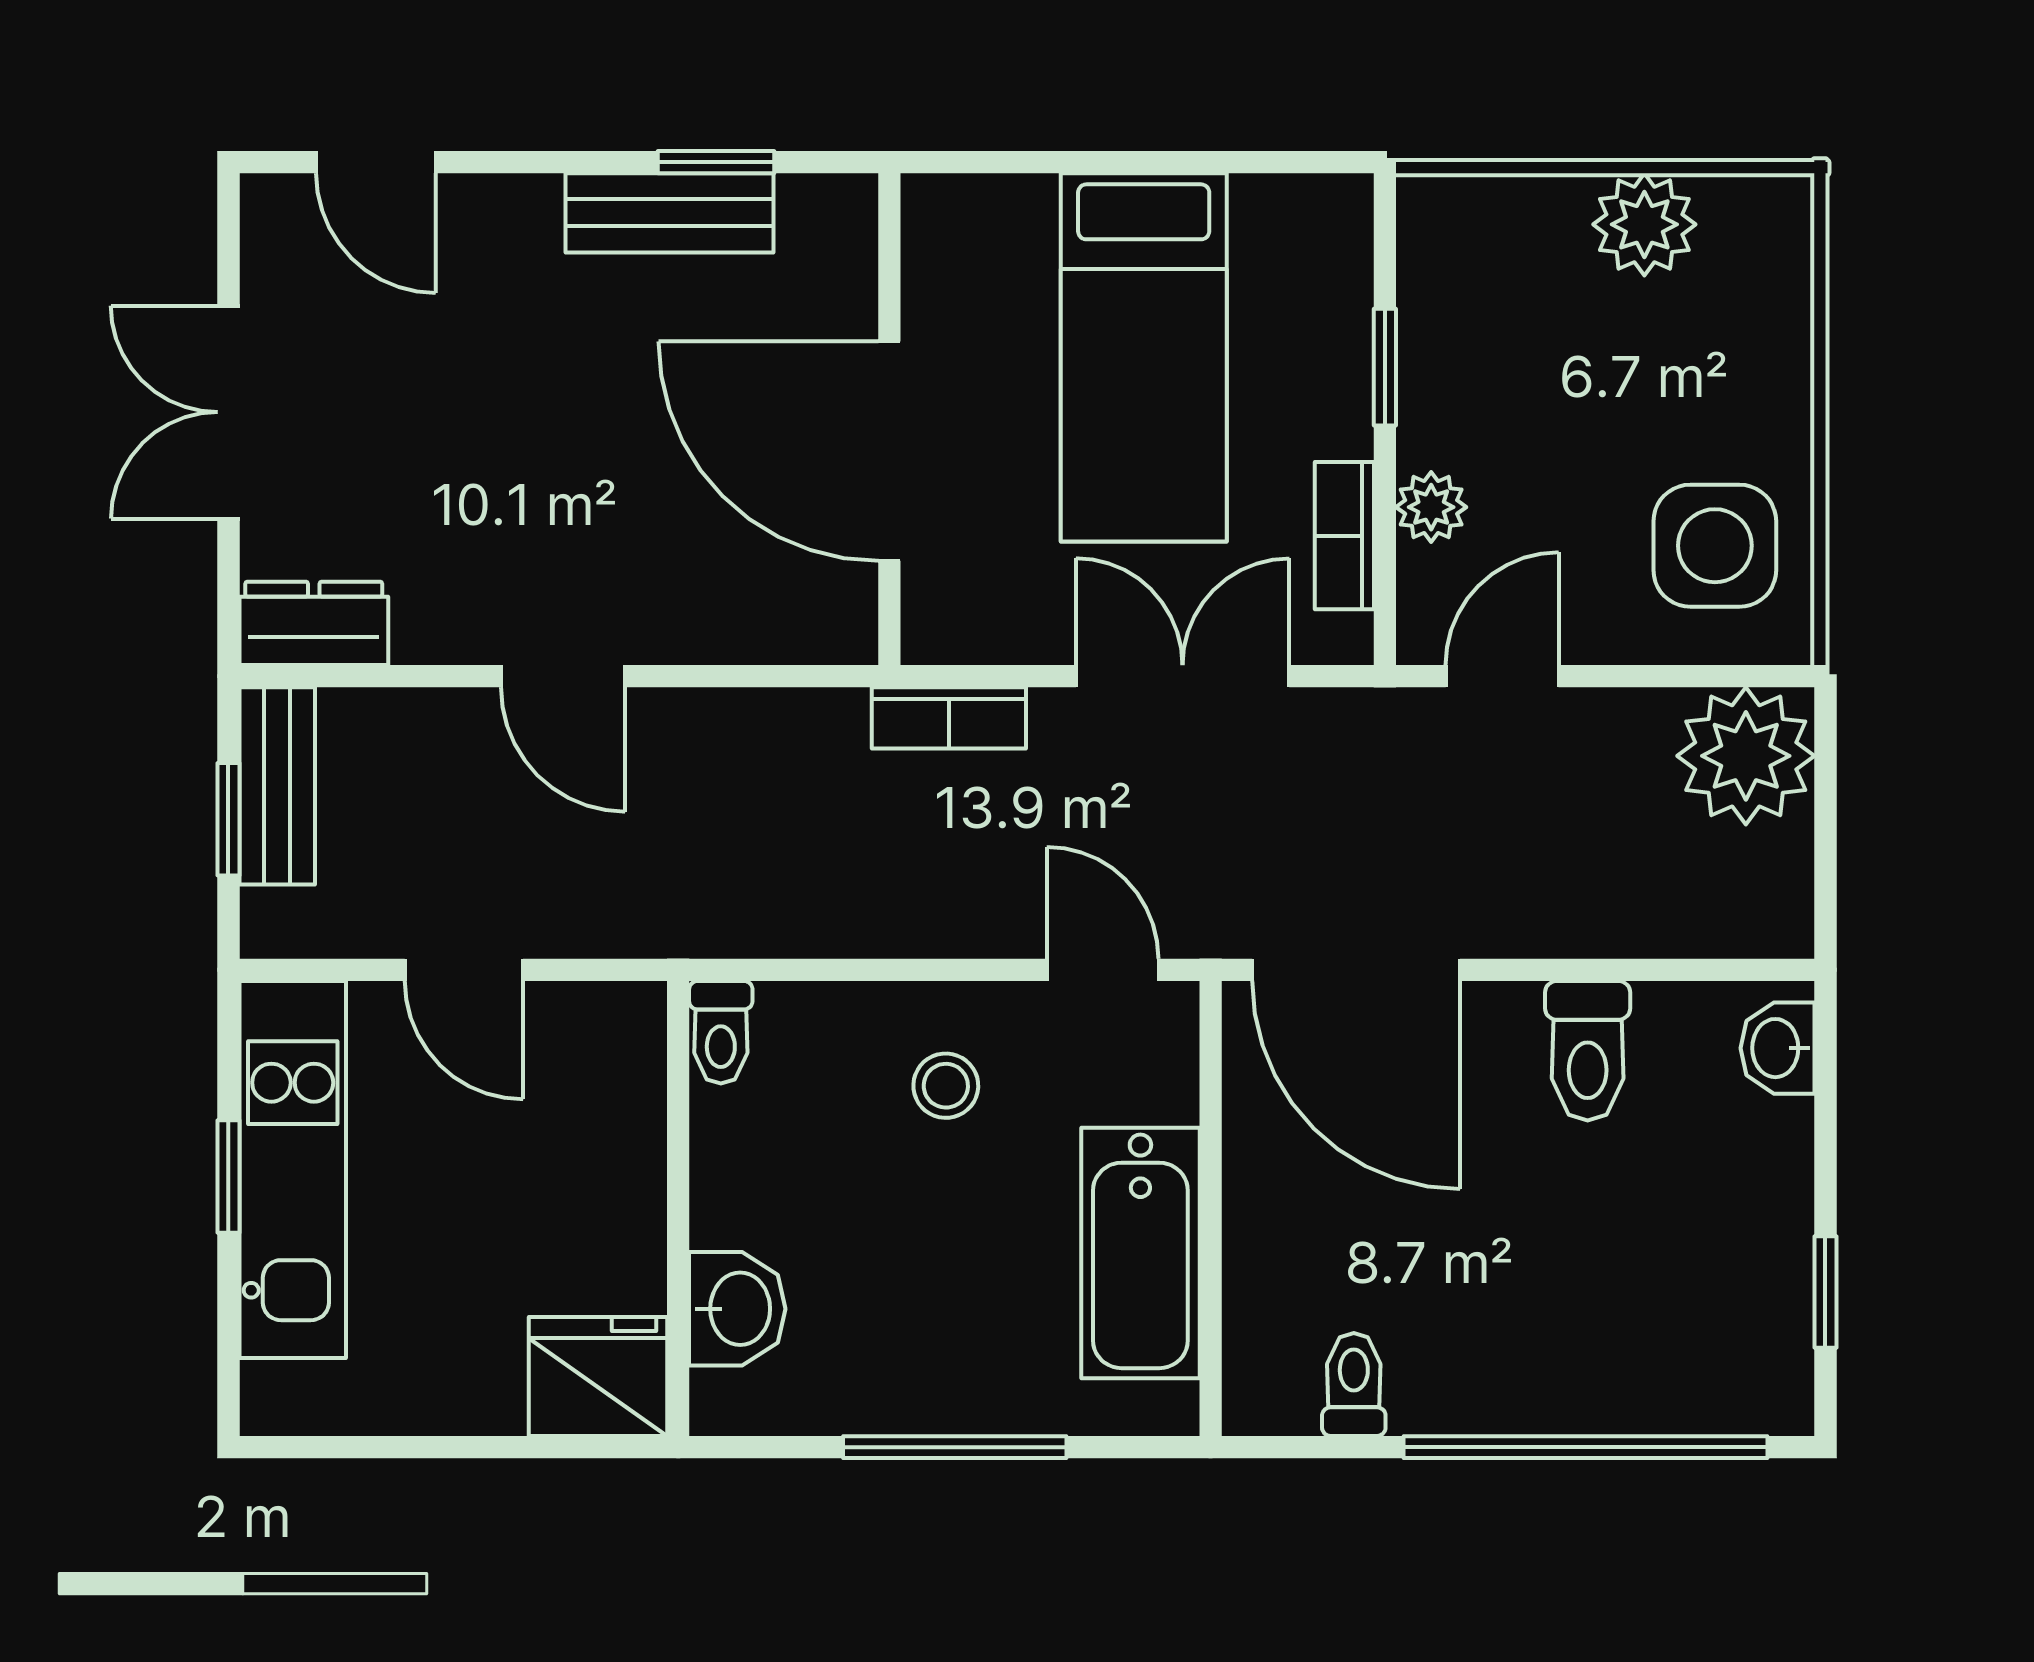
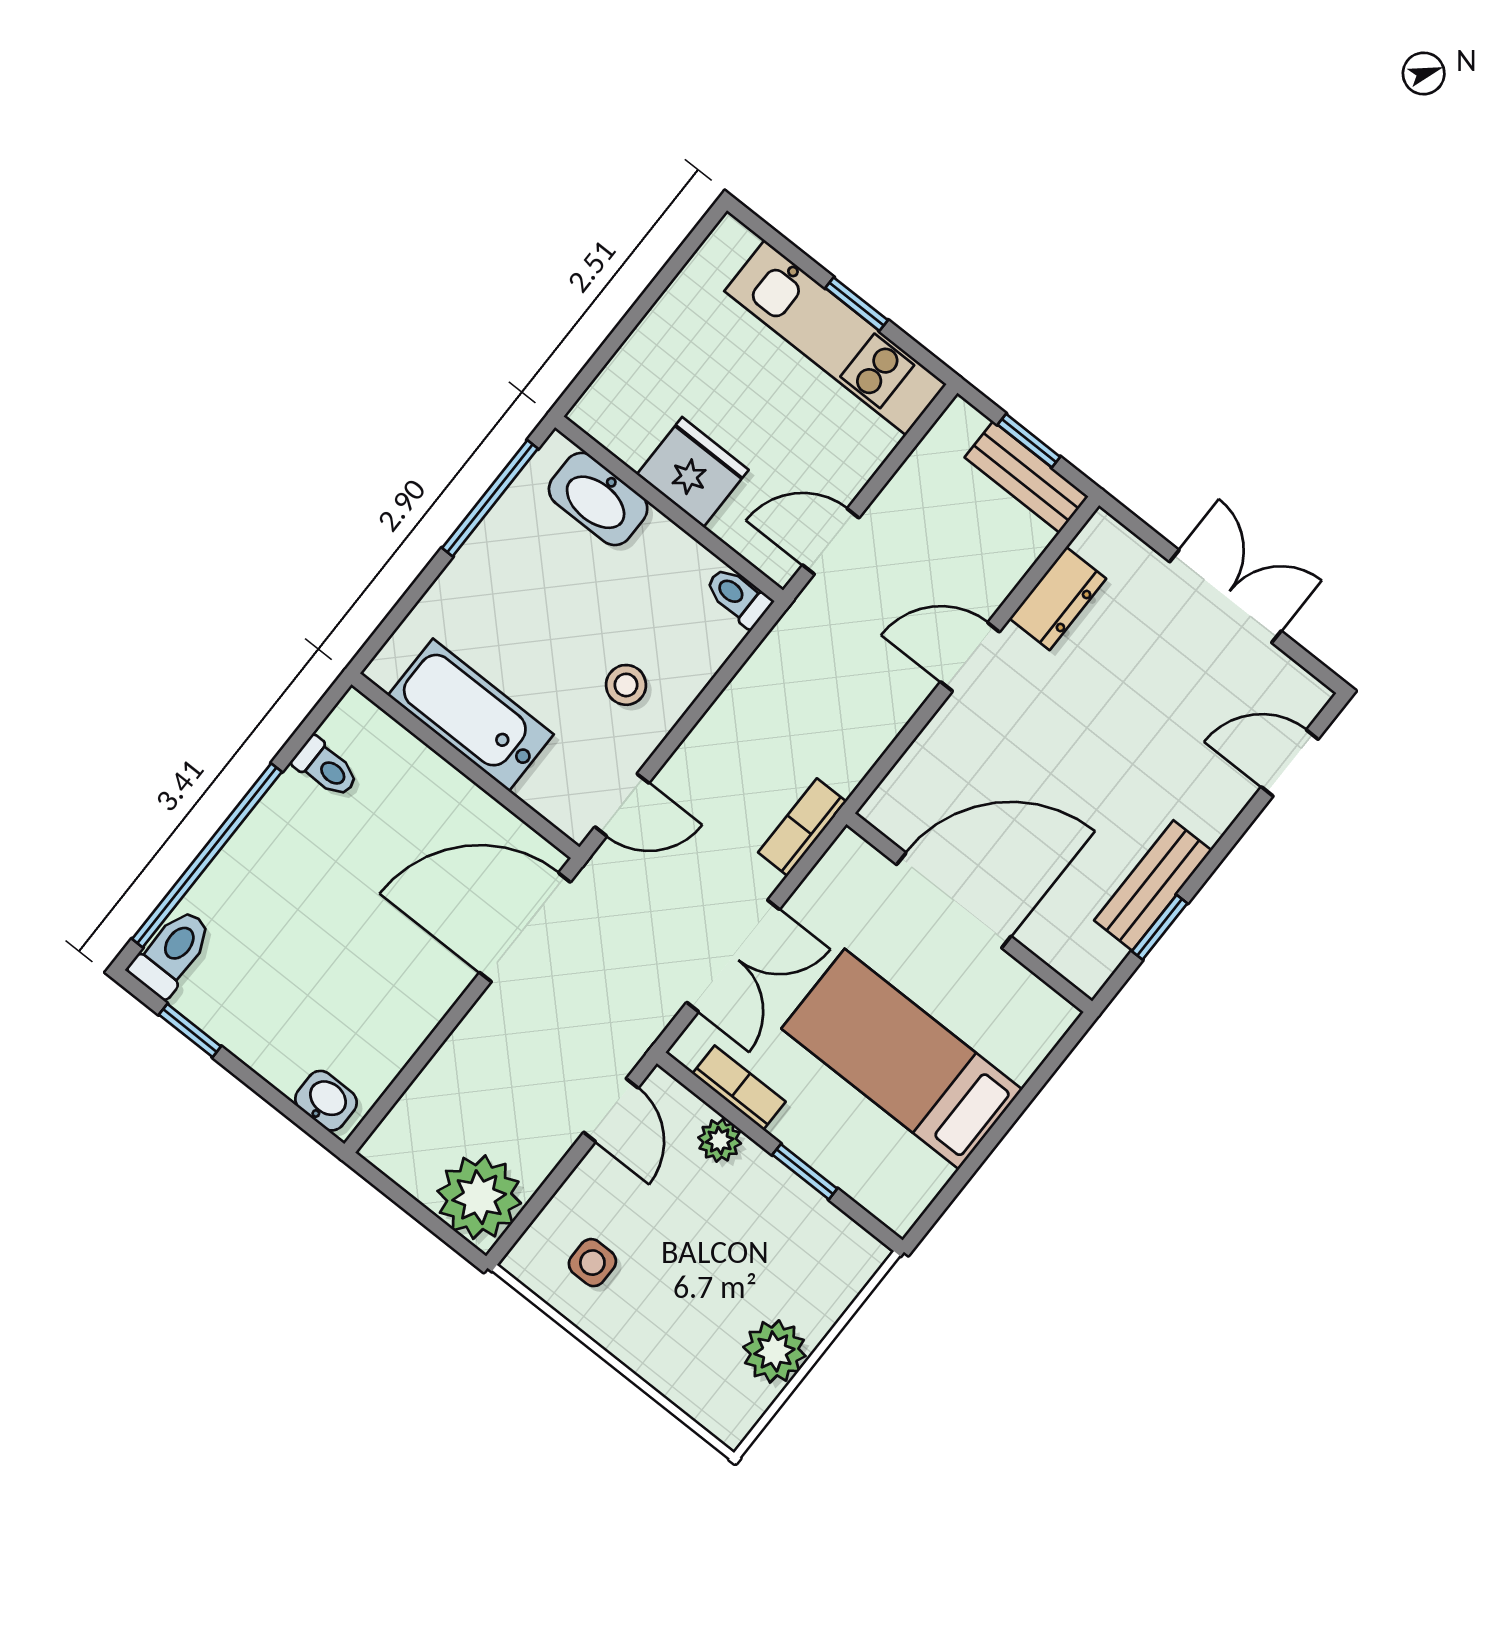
side table: (1715, 546) -> (592, 1263), width x0.54, depth x0.54
dresser: (314, 623) -> (1058, 599), moved
door: (464, 970) -> (831, 541), moved
toilet: (1588, 1051) -> (172, 953), moved, turned 90
washbasin: (737, 1309) -> (598, 499), width x1.38
fridge: (598, 1376) -> (693, 472), moved, turned -90
window: (955, 1447) -> (490, 498), moved

